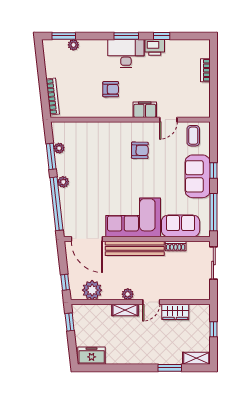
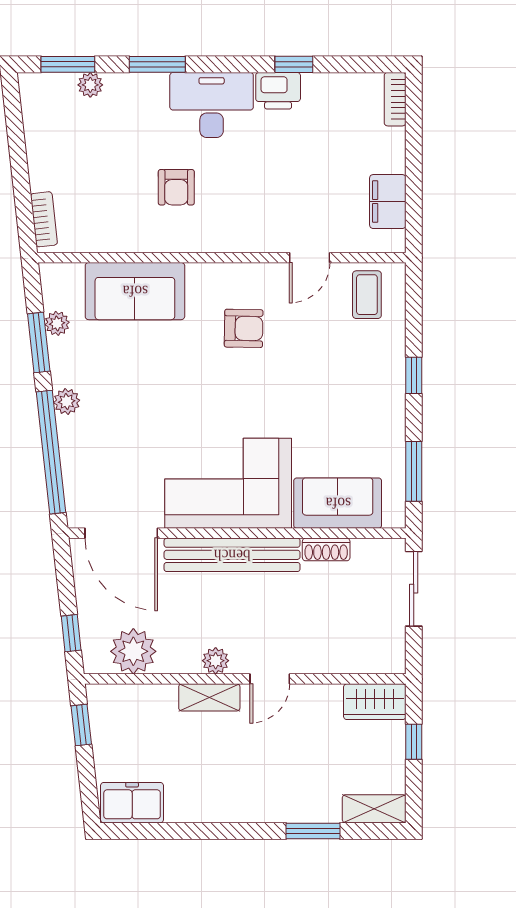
window: (126, 36) -> (157, 64), moved
bookcase: (205, 70) -> (395, 99), moved
armchair: (111, 89) -> (176, 187), turned 90
bookcase: (53, 97) -> (44, 219), width x0.64
filing cabinet: (145, 110) -> (388, 202), moved, turned -90
sofa: (198, 176) -> (135, 291), moved, turned -90
window: (213, 212) -> (414, 471), width x0.69
wardrobe: (175, 312) -> (375, 702), moved

